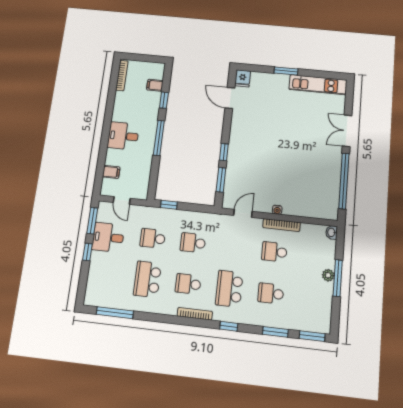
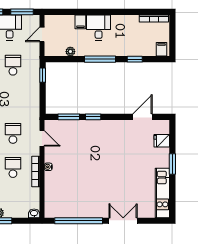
fridge: (243, 78) -> (162, 141), moved
filing cabinet: (155, 85) -> (162, 49), moved
plant: (146, 170) -> (70, 52), added
filing cabinet: (111, 172) -> (80, 22), moved
school desk: (193, 243) -> (13, 133), moved

